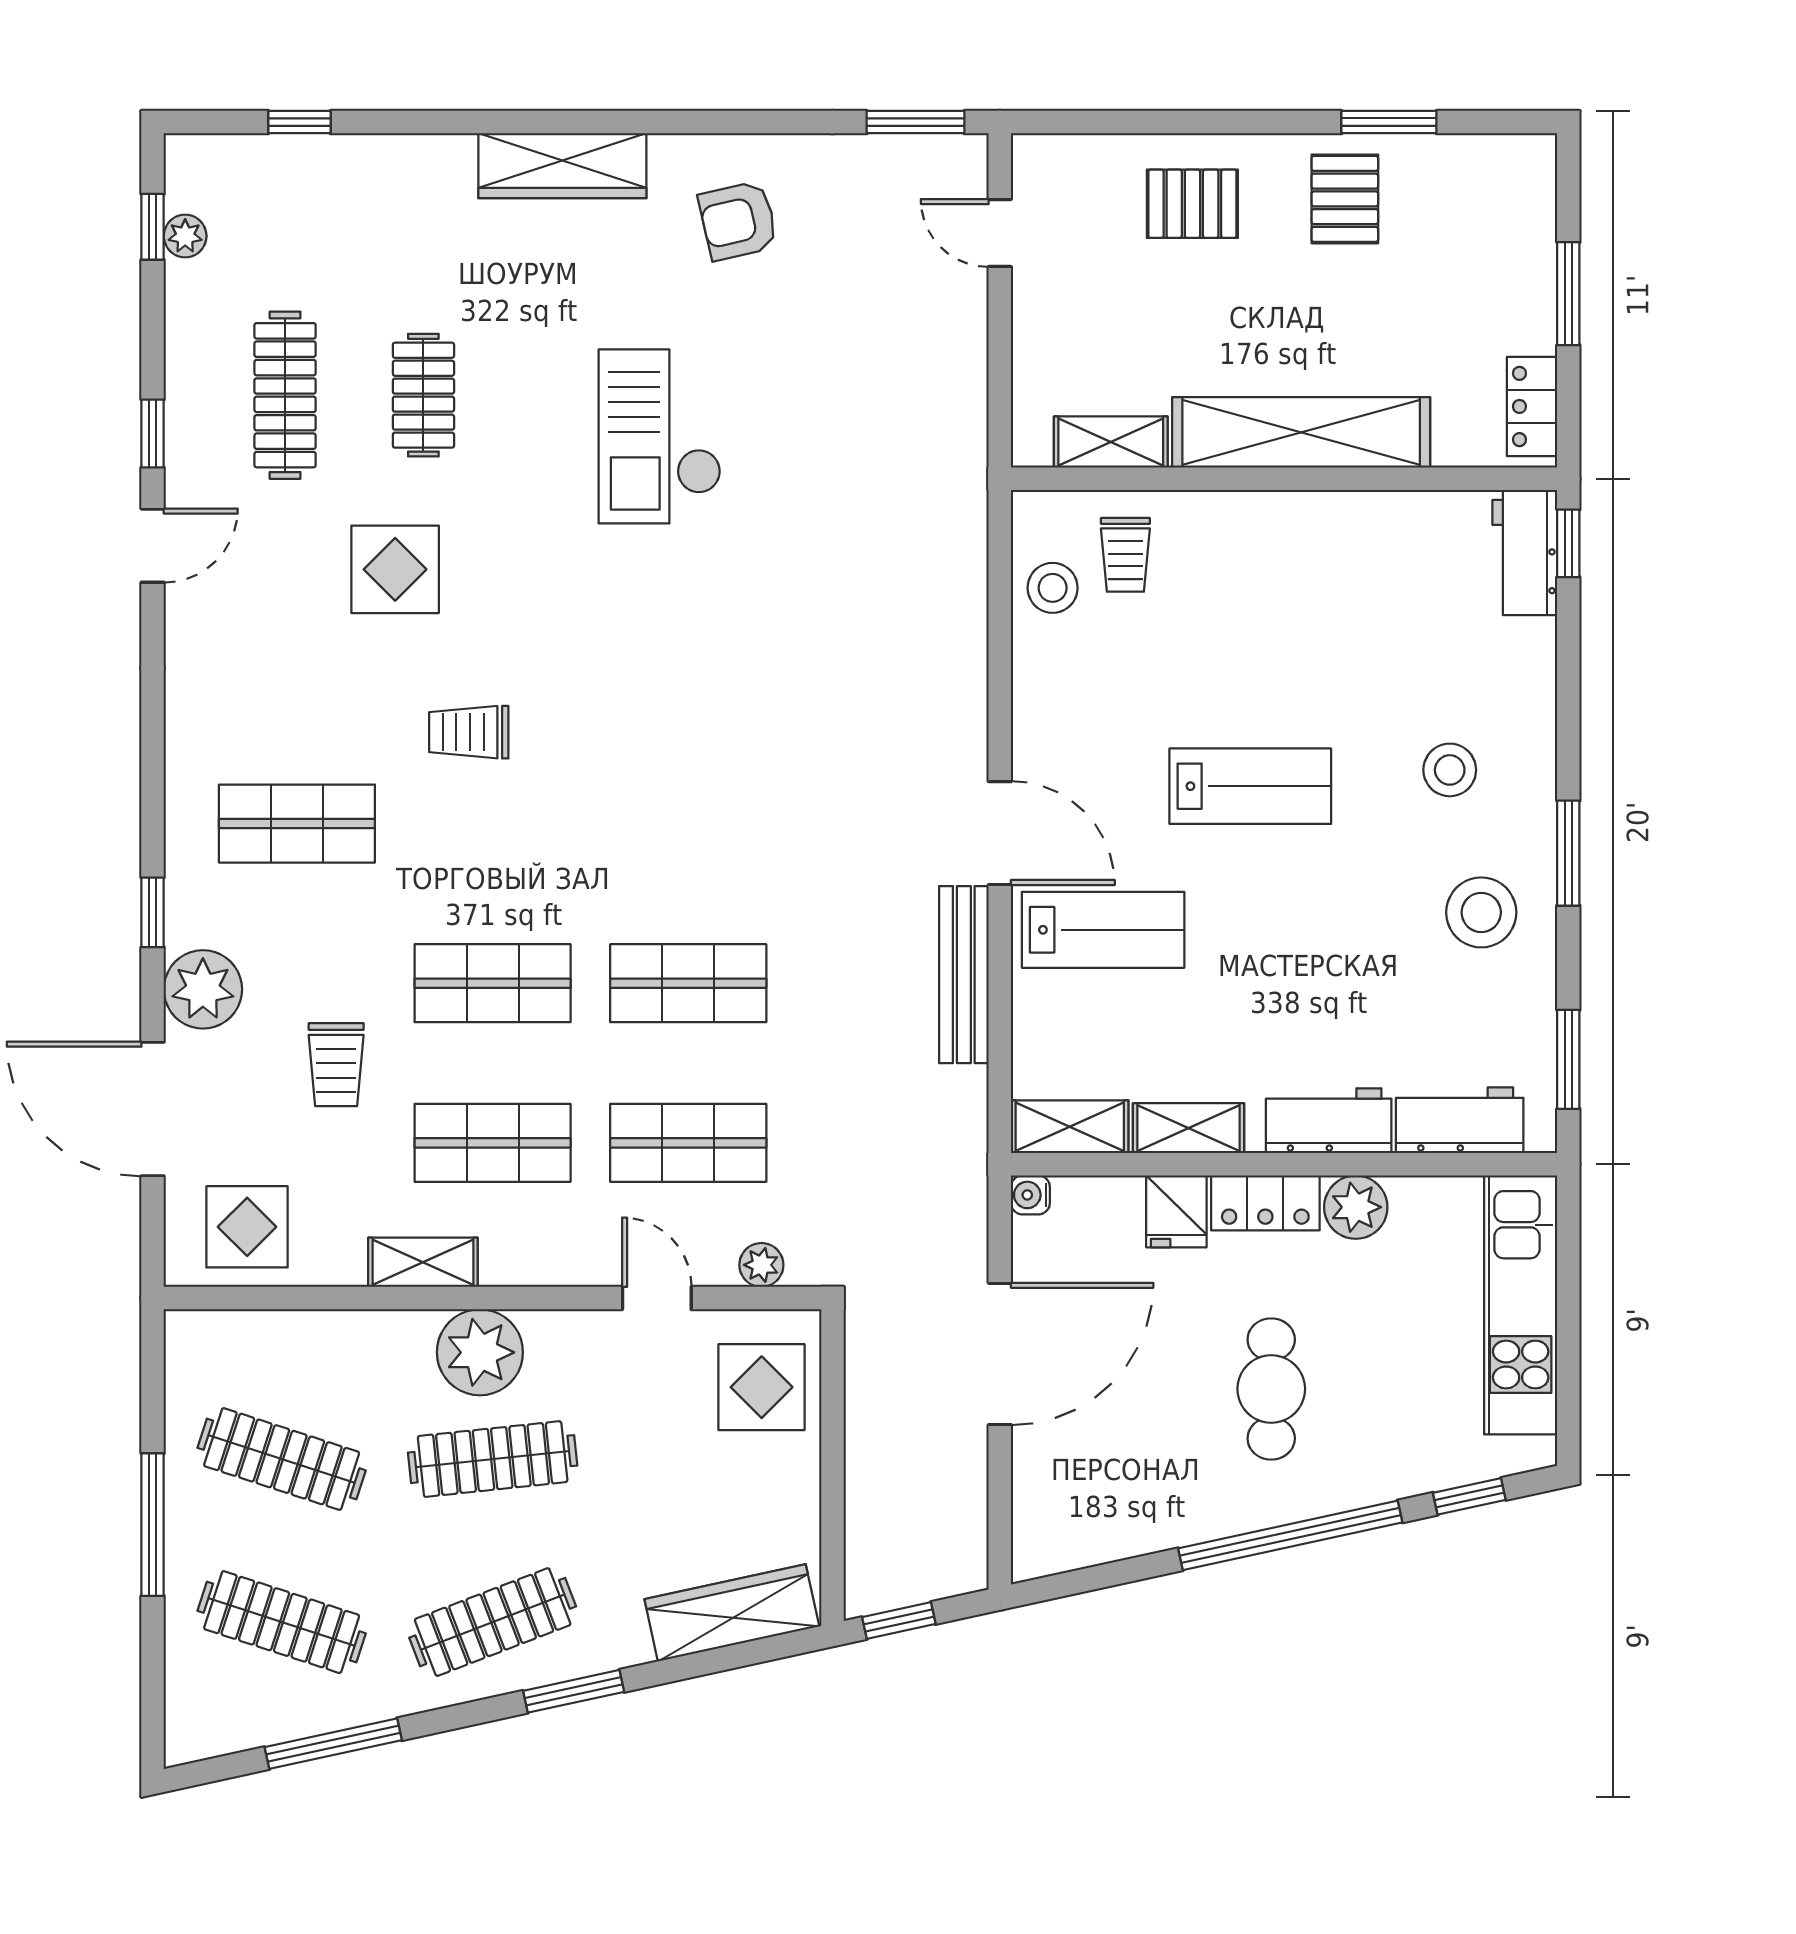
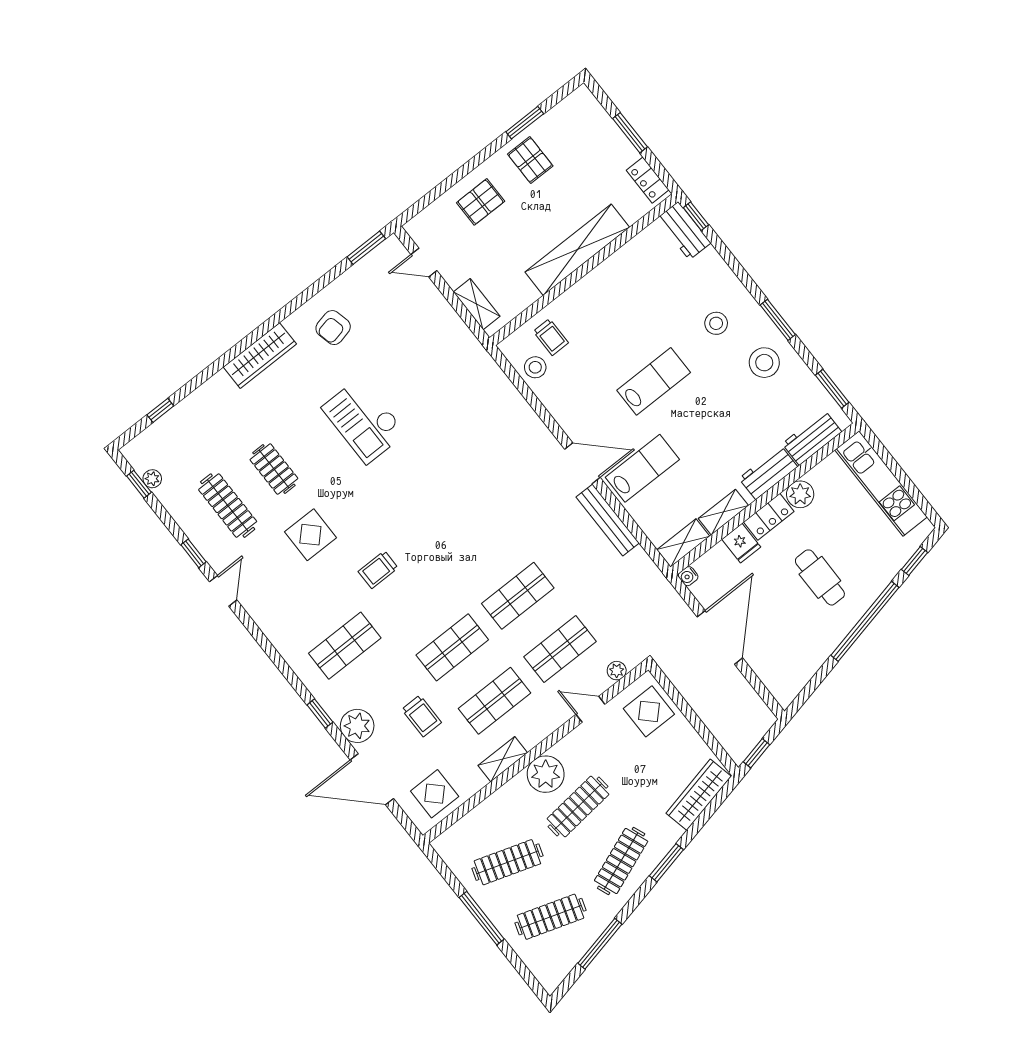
shelving: (1111, 442) -> (477, 304), moved, turned 90

